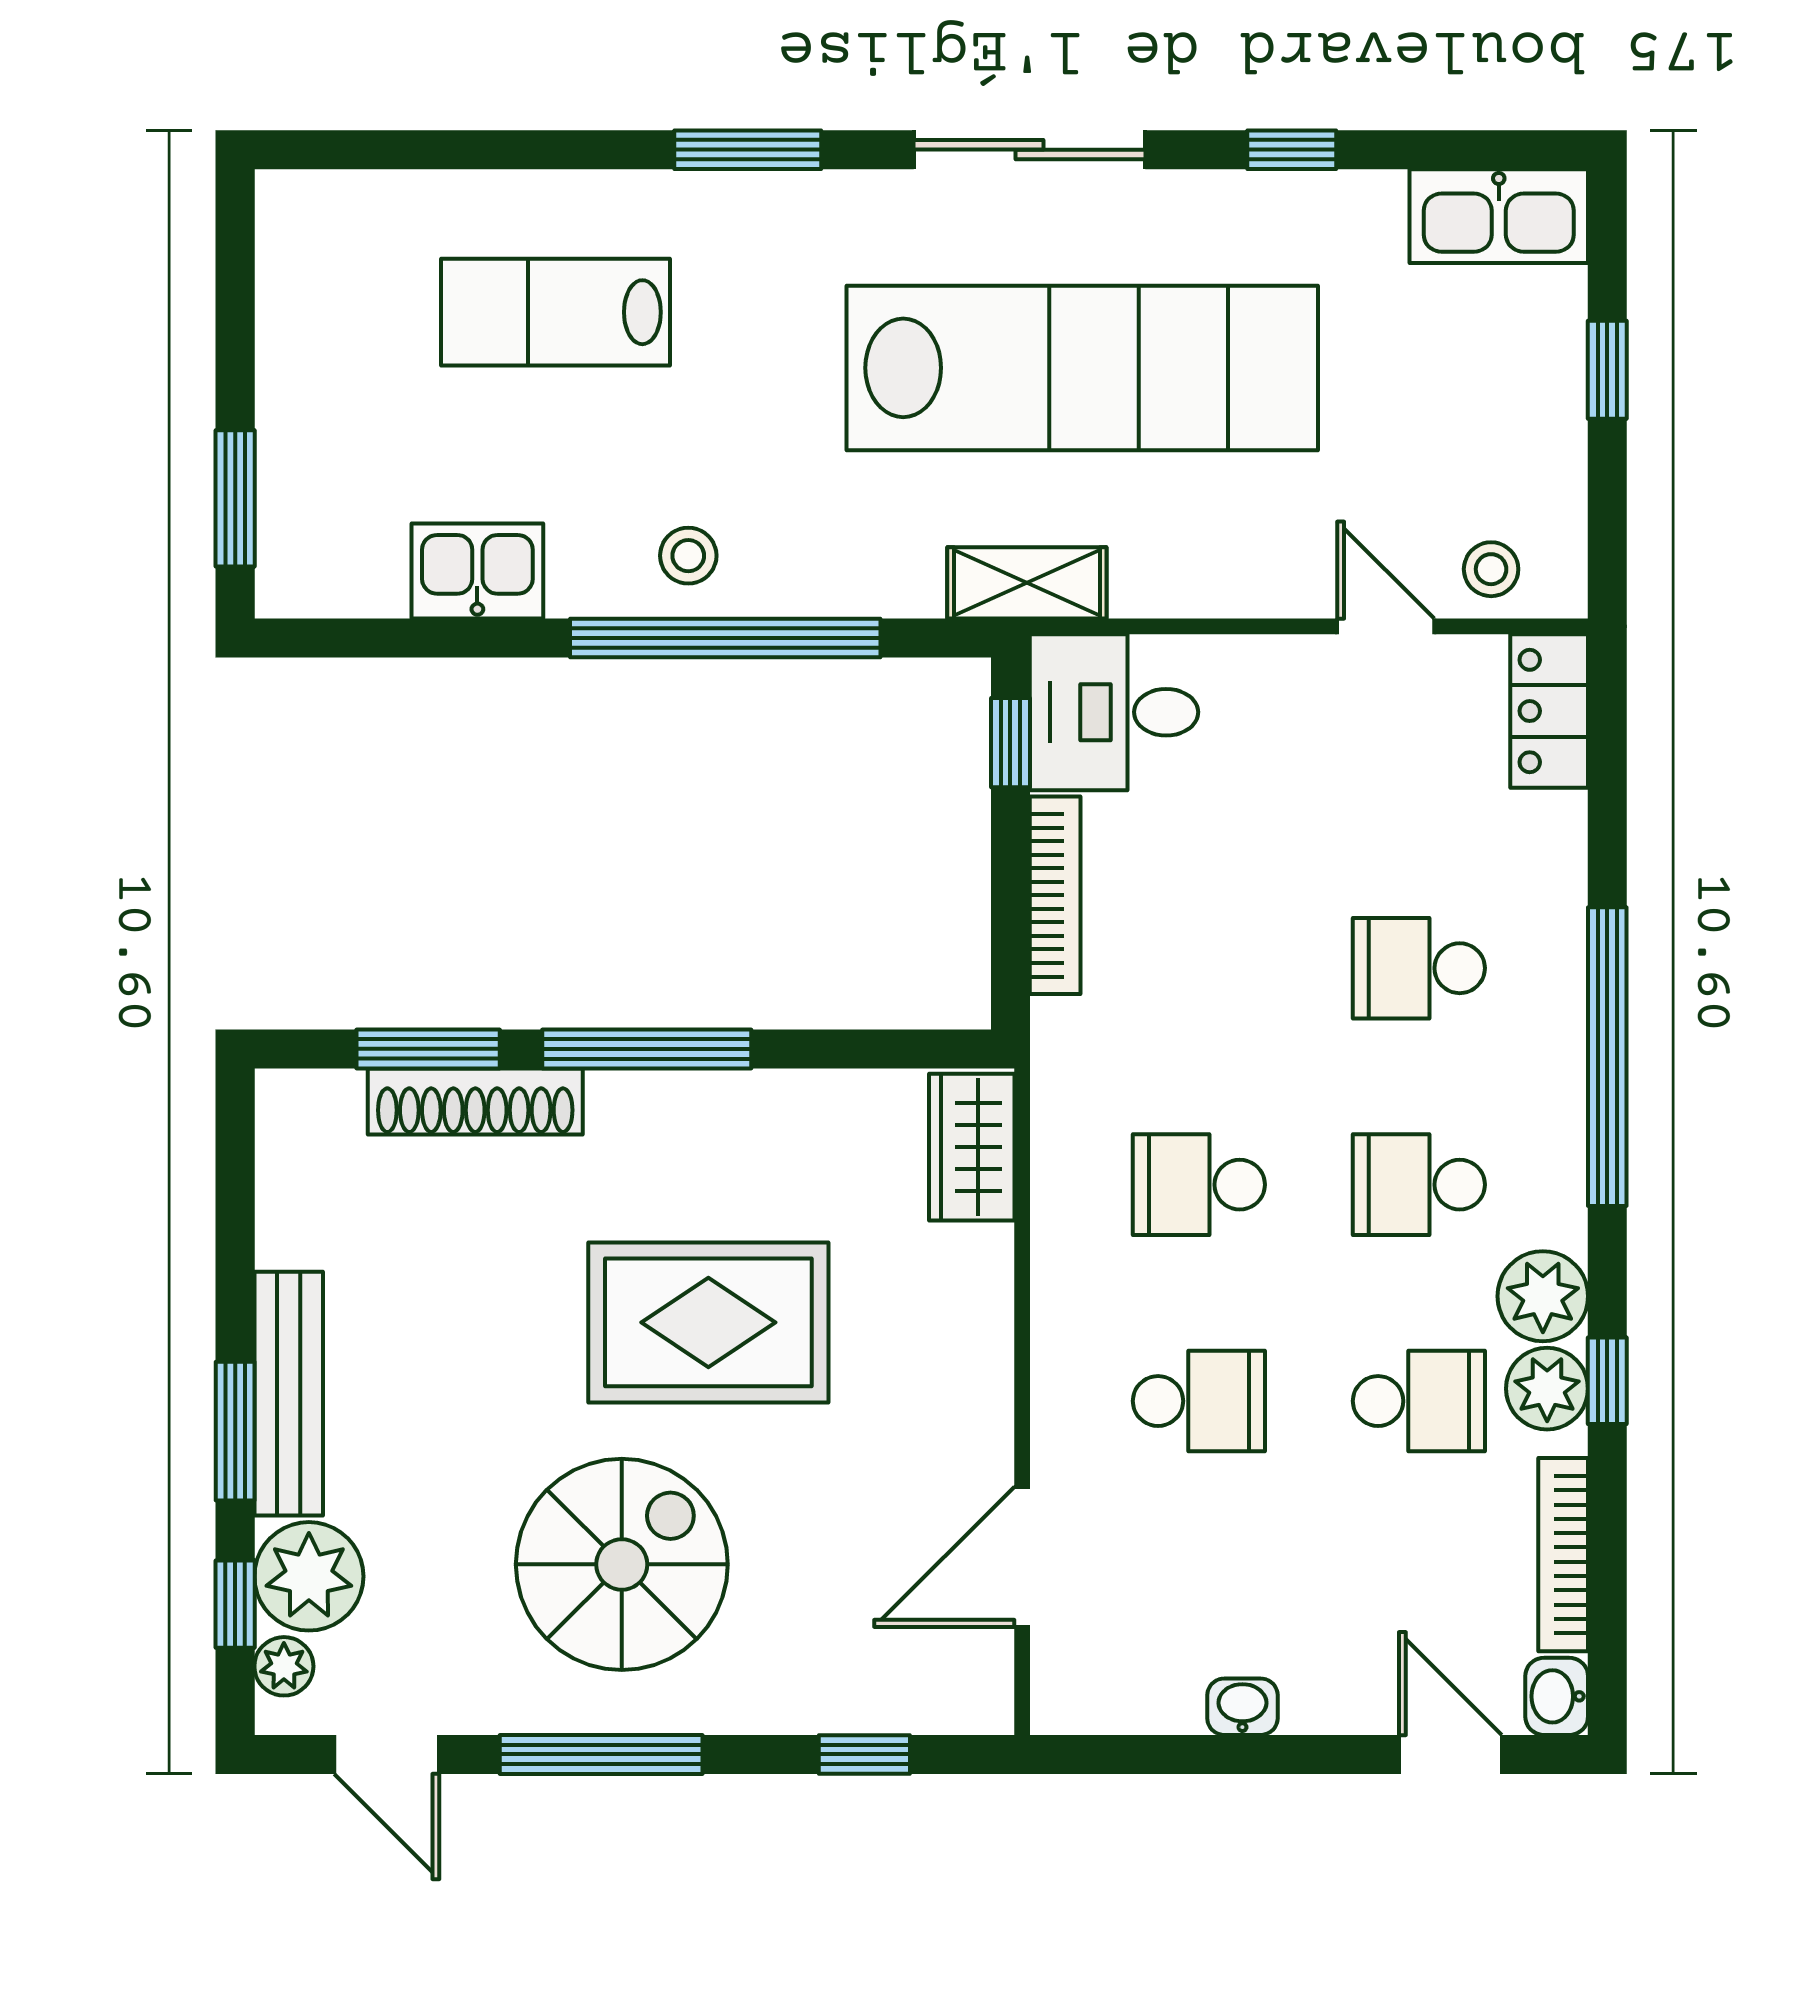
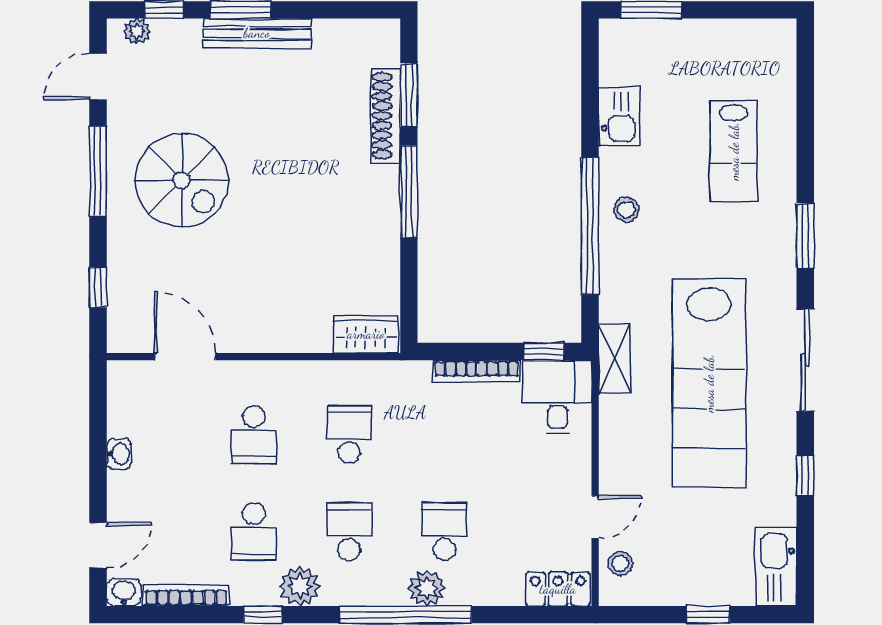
lab bench: (555, 312) -> (734, 151), turned 180
rug: (708, 1322) -> (288, 218), removed
plant: (1547, 1389) -> (427, 588), moved
plant: (309, 1576) -> (177, 42), removed

